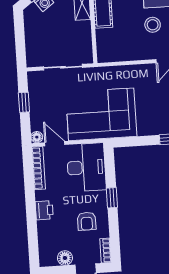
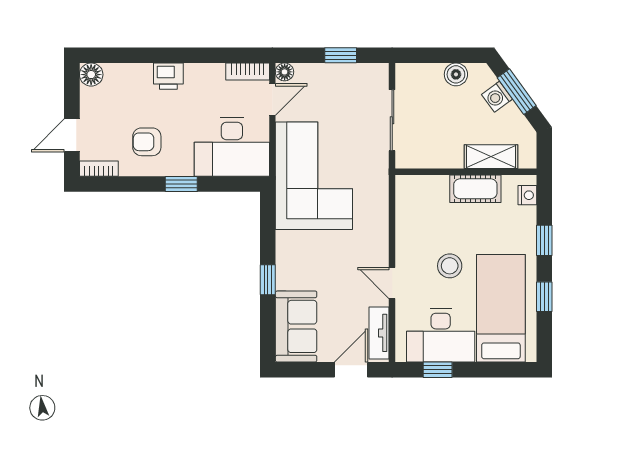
boiler: (31, 29) -> (456, 74), added
bookcase: (39, 168) -> (248, 72), width x0.64
floor lamp: (65, 258) -> (91, 75), moved

